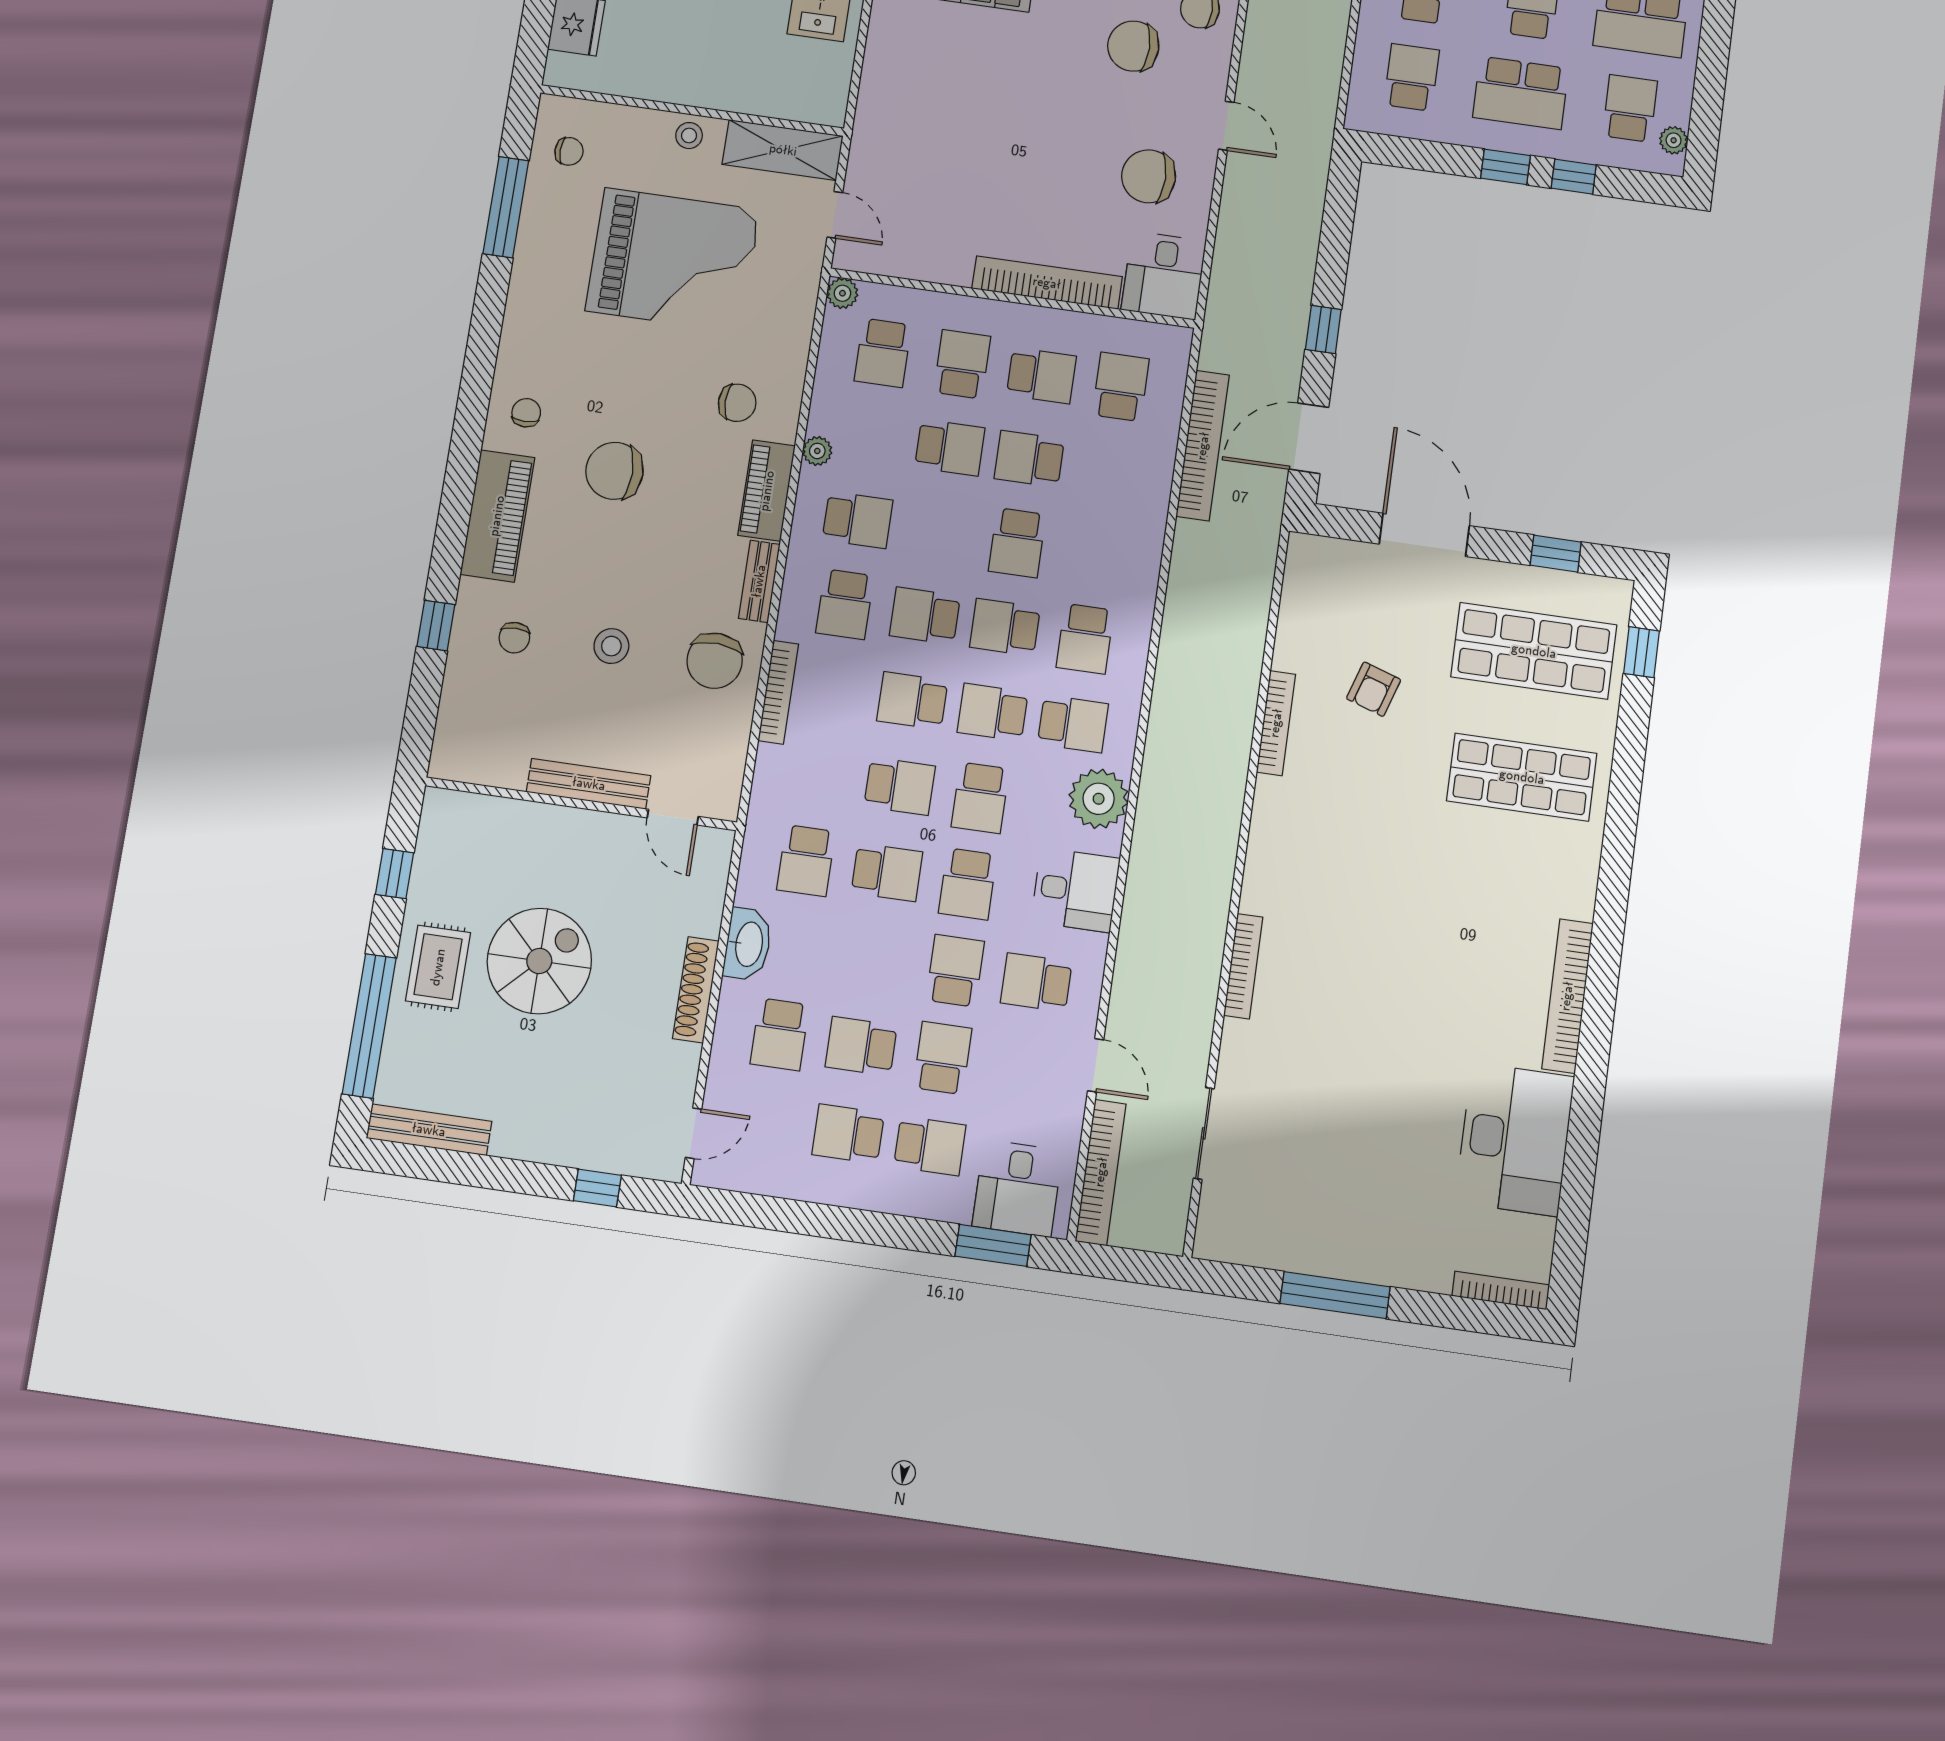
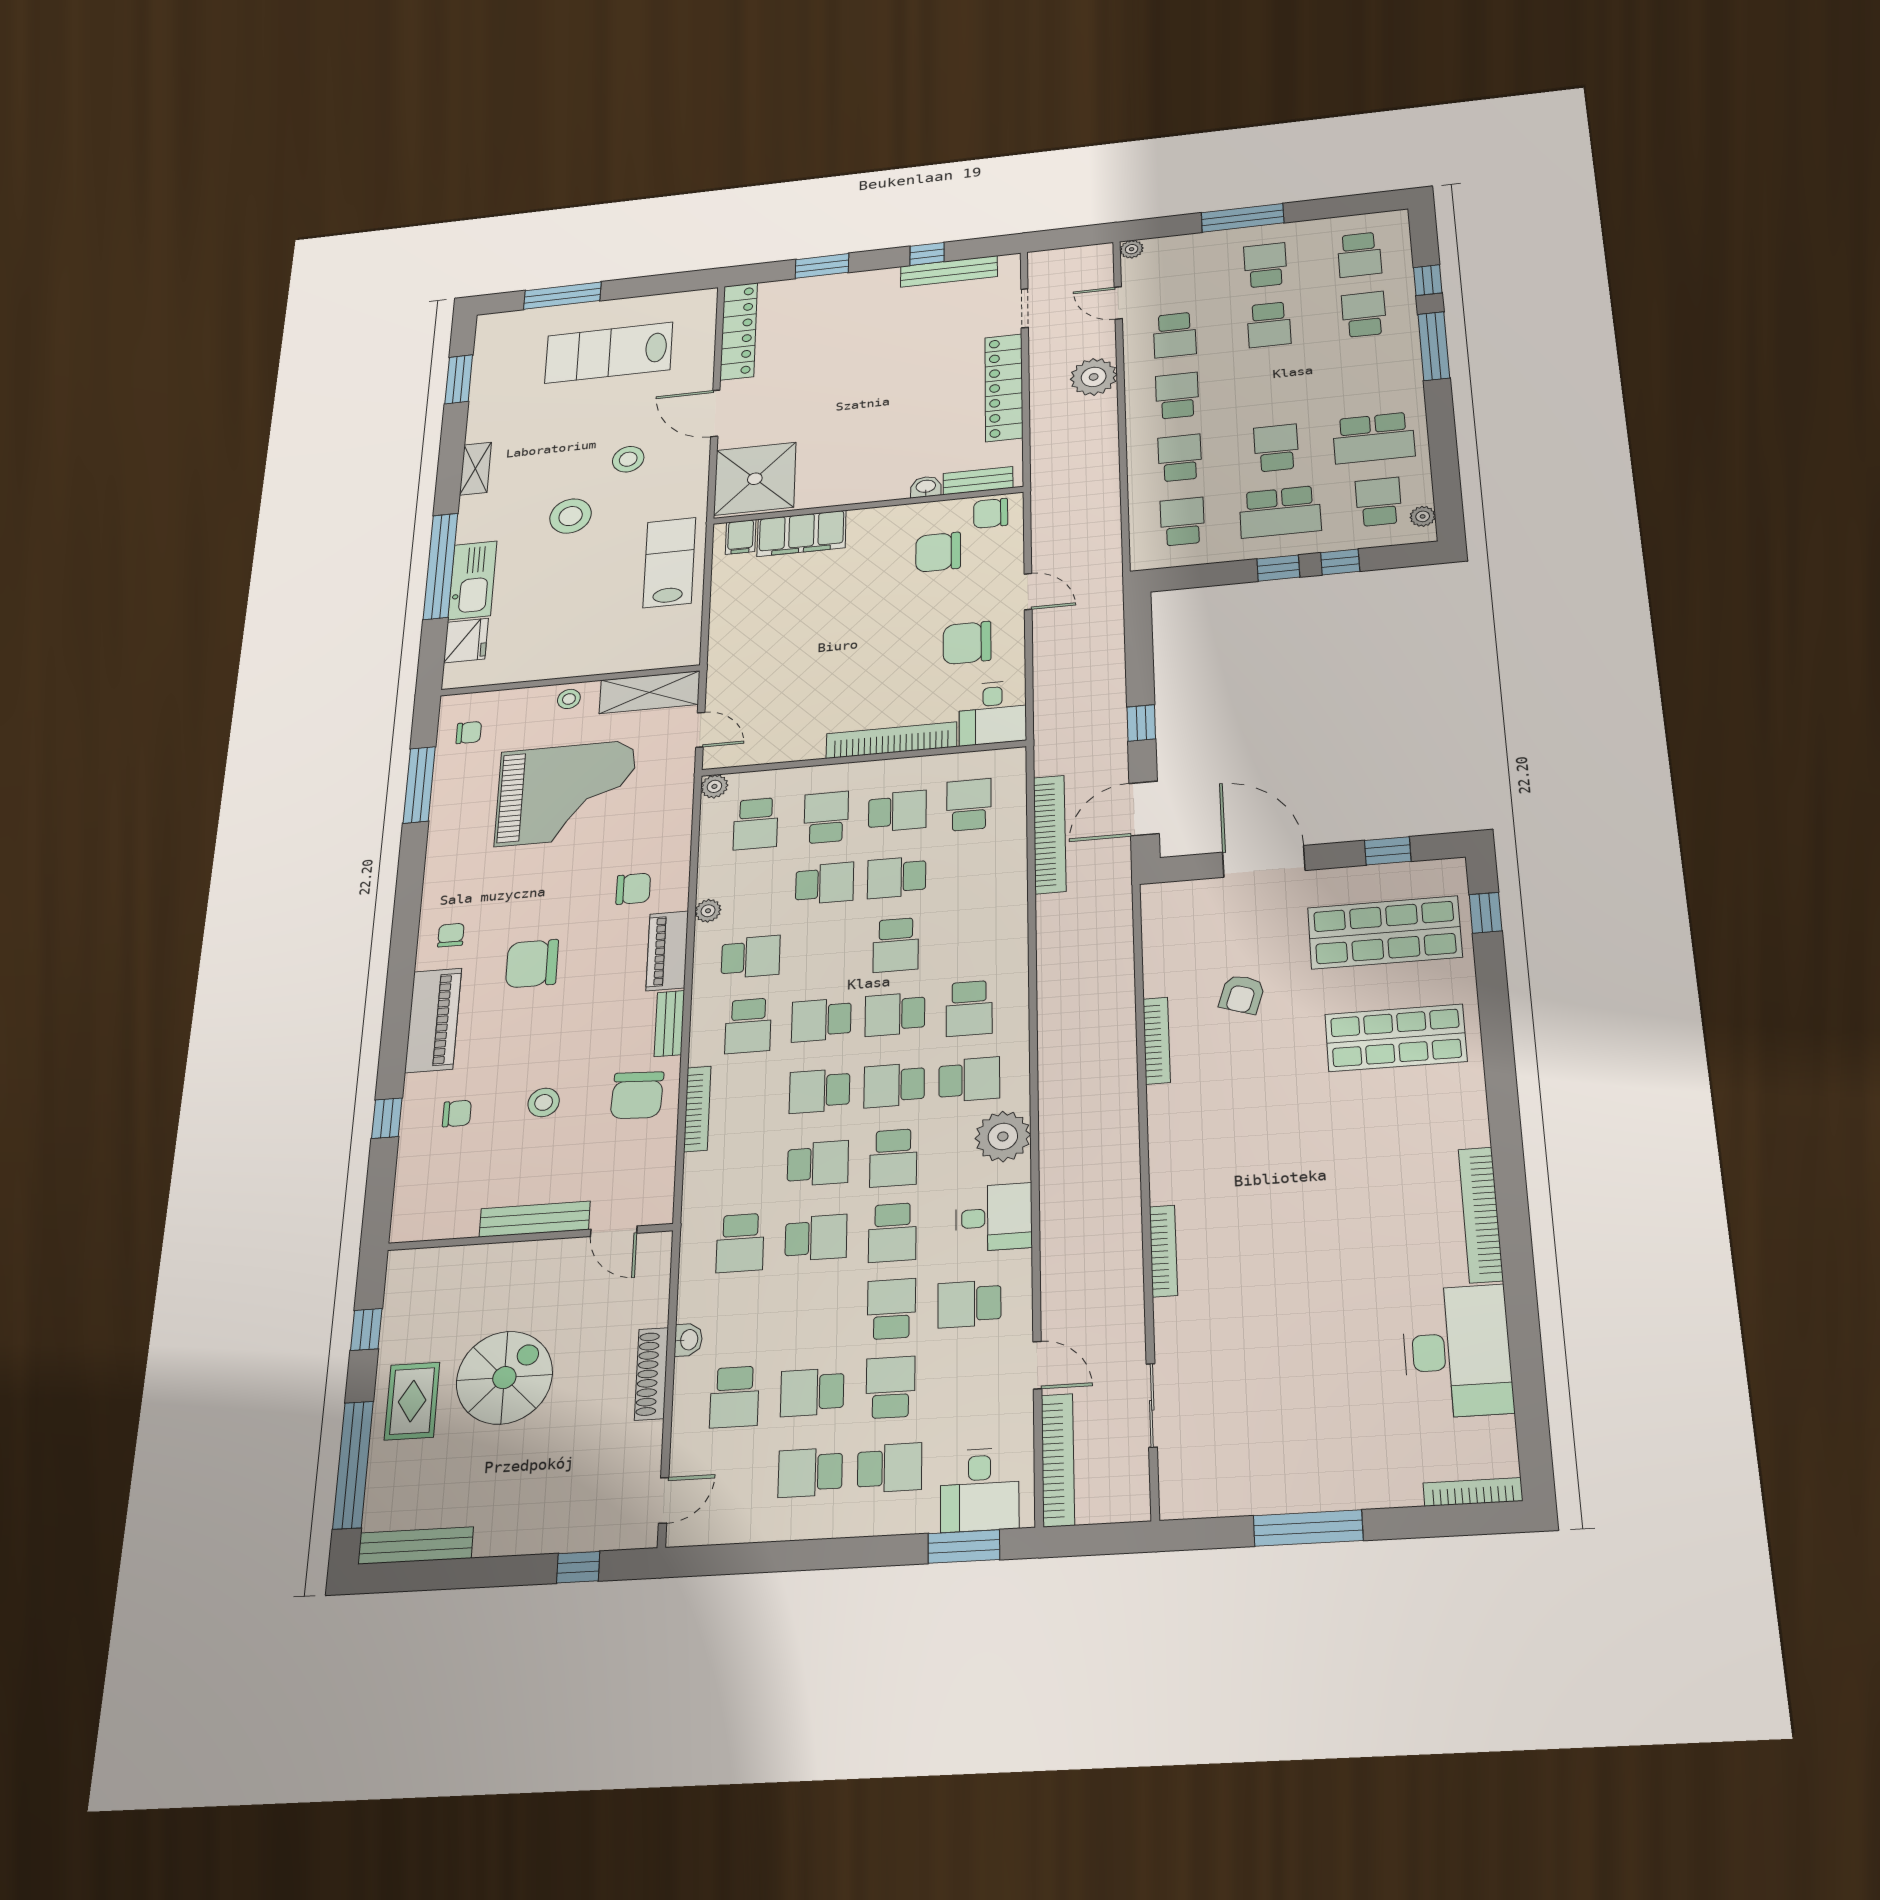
chair: (514, 638) -> (457, 1114), turned -90
washbasin: (748, 944) -> (688, 1340), width x0.52, depth x0.69

